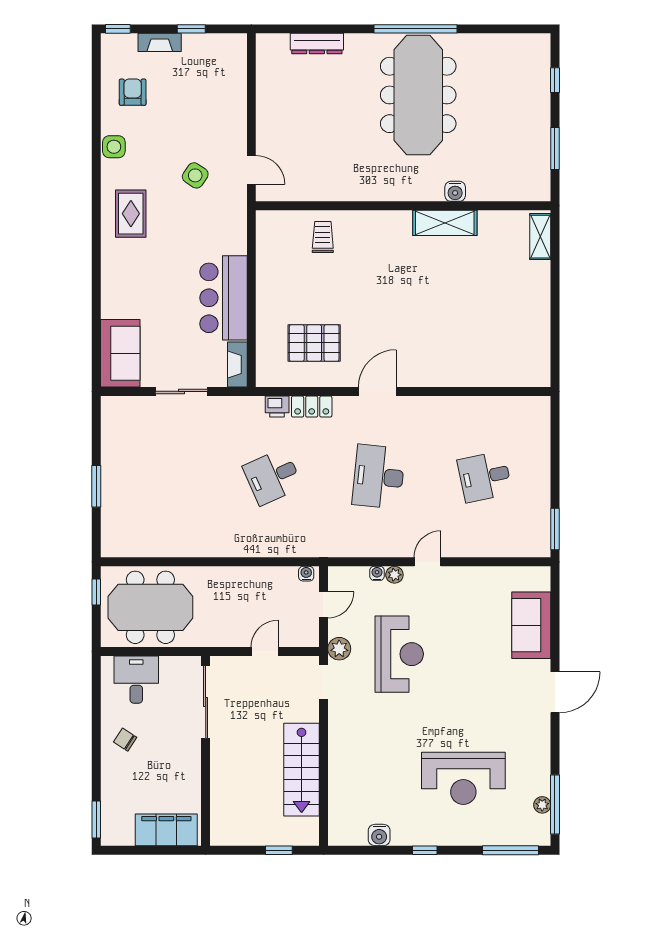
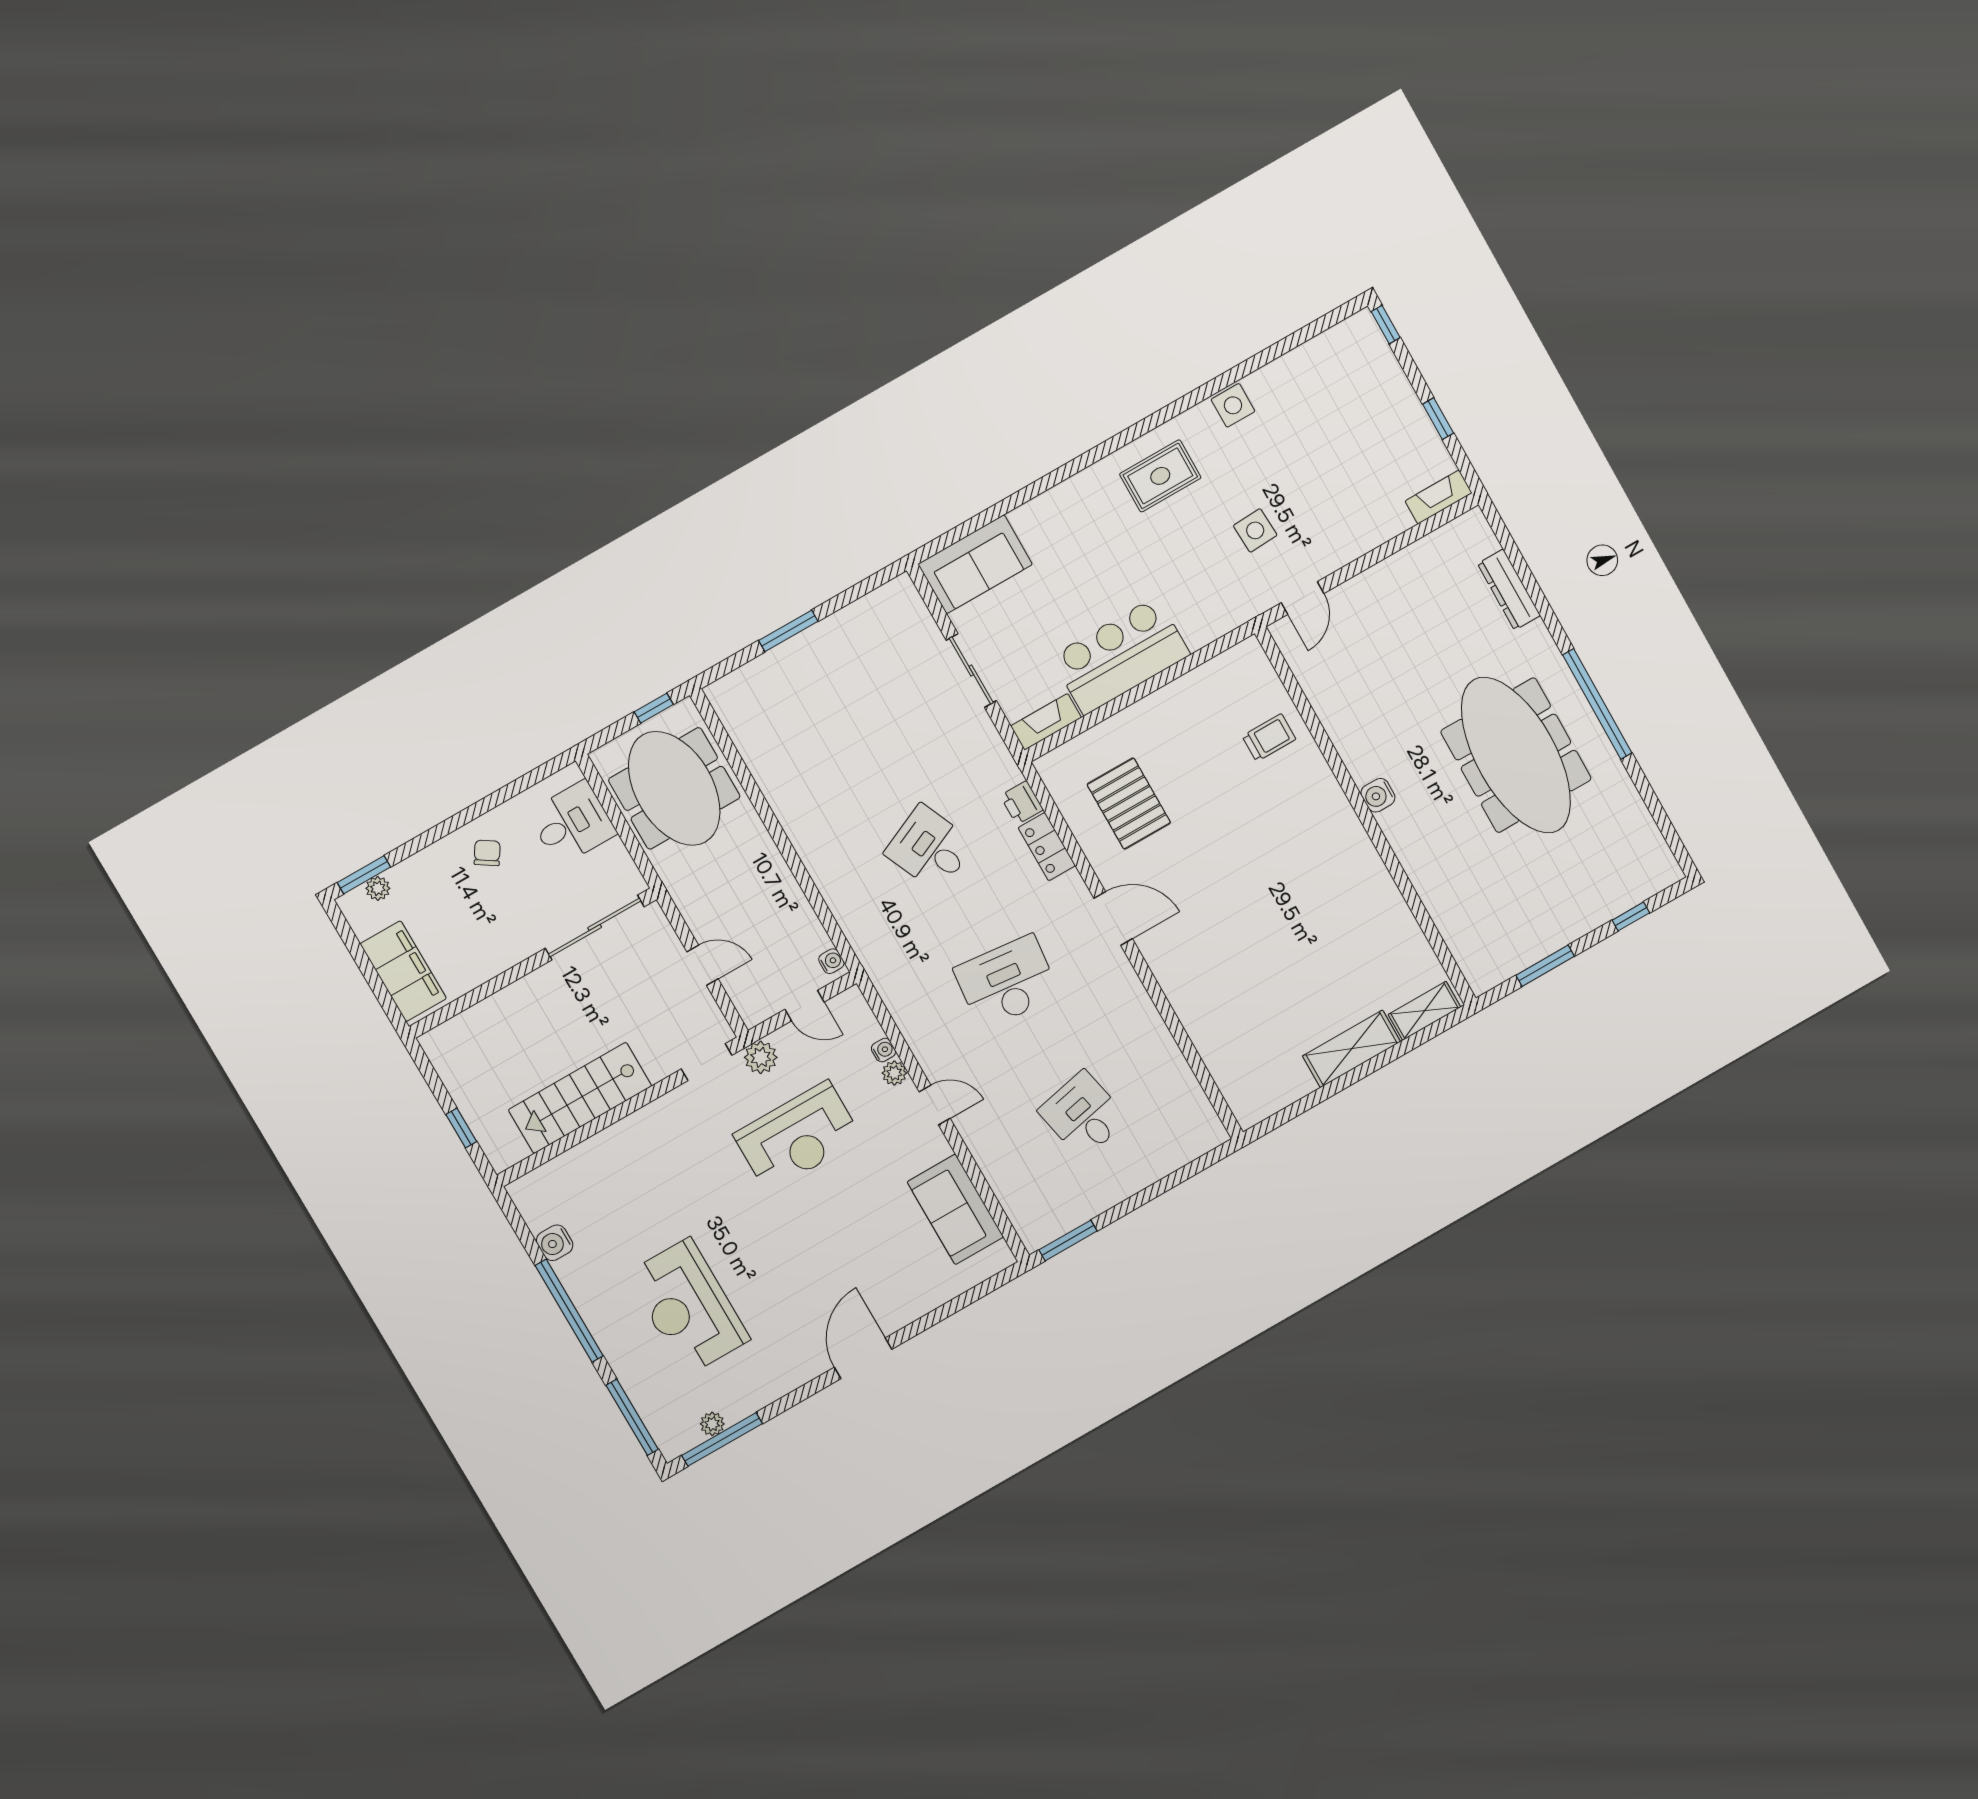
fireplace: (160, 42) -> (1439, 497), moved, turned 90
armchair: (133, 92) -> (1316, 390), removed
meeting table: (418, 95) -> (1516, 755), turned 90
side table: (195, 175) -> (1255, 530), turned -37
water cooler: (455, 191) -> (1378, 795), moved
shelving: (445, 223) -> (1352, 1049), moved, turned 90
sofa: (531, 625) -> (955, 1209), moved, turned -90
door: (555, 692) -> (863, 1358), swing flipped
plant: (109, 816) -> (378, 888), added
window: (425, 850) -> (569, 1311), width x3.17

